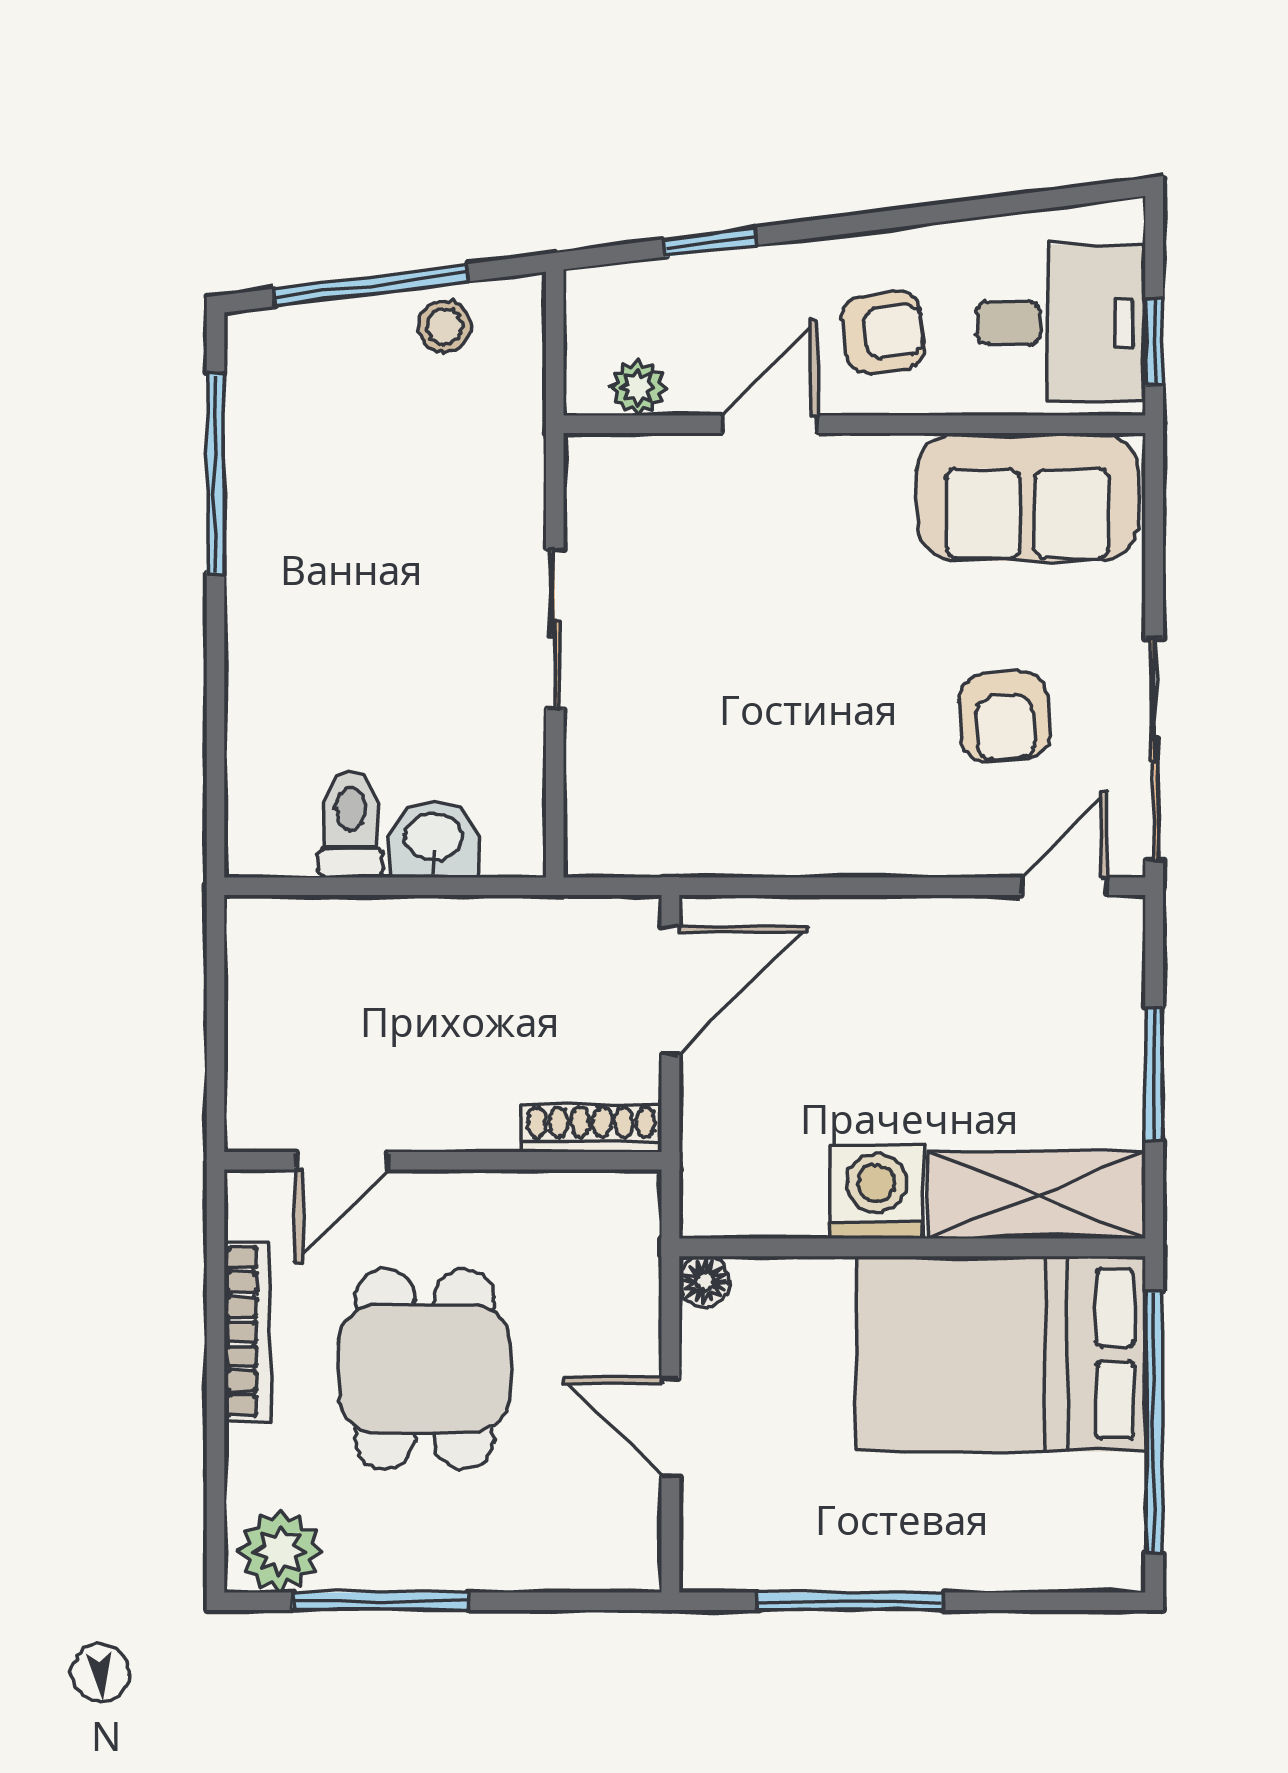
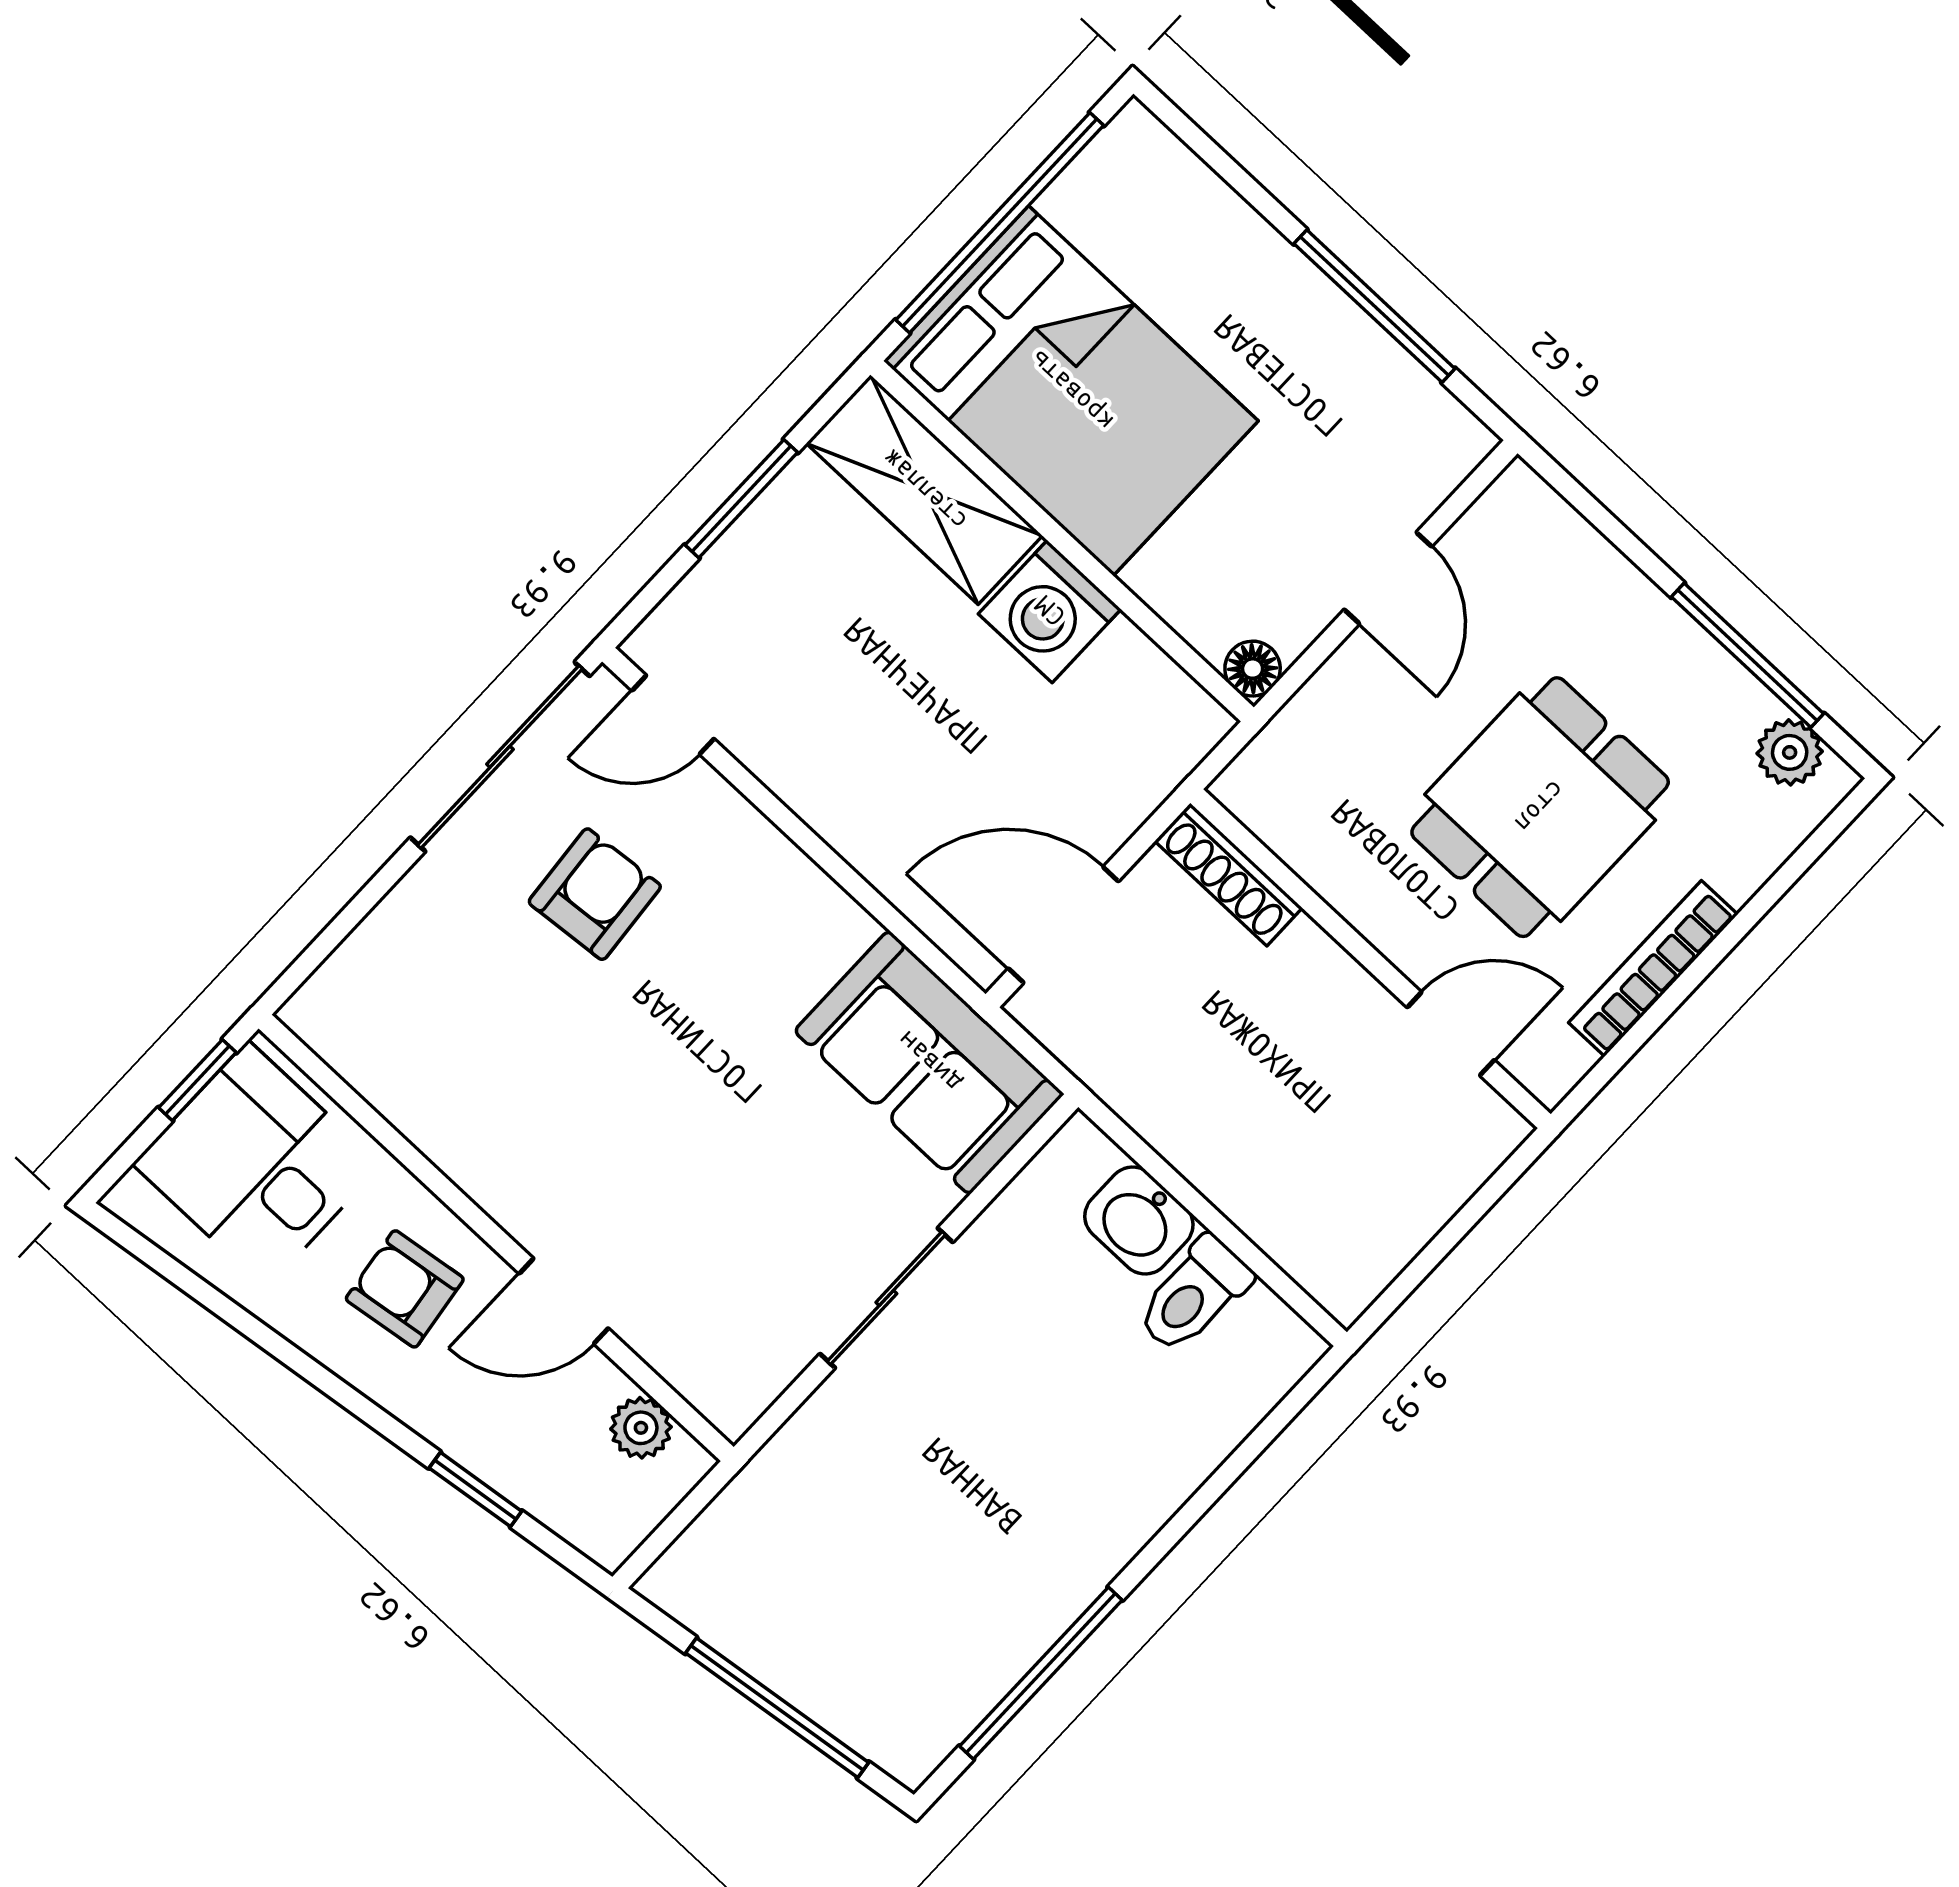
stool: (445, 326) -> (749, 1620), removed
sofa: (1027, 497) -> (929, 1062), moved, turned 180
plant: (280, 1551) -> (1790, 752), width x0.73, depth x0.73

